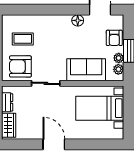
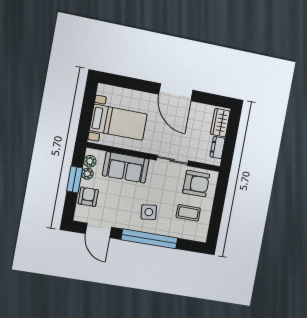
window: (53, 10) -> (149, 239), added
floor lamp: (78, 20) -> (125, 223), removed
side table: (58, 33) -> (149, 212), added
door: (54, 144) -> (176, 92), width x1.36

